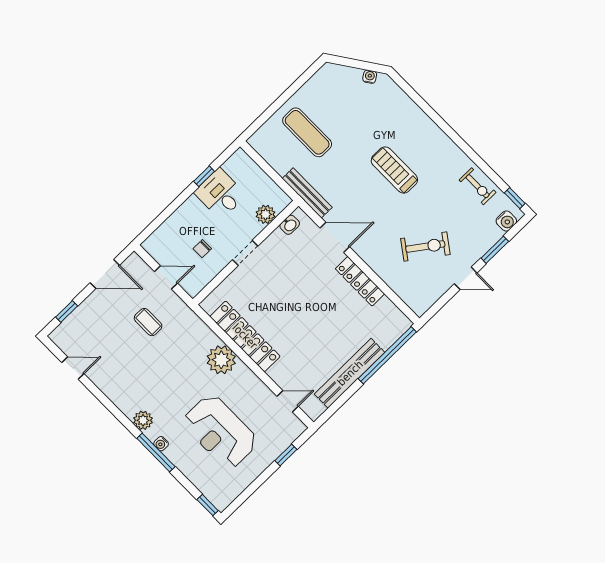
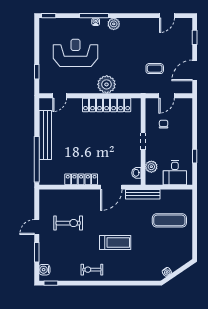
exercise bike: (478, 186) -> (92, 270), moved
desk: (220, 194) -> (175, 173), moved, turned 90
exercise bike: (425, 247) -> (68, 223), turned -126

